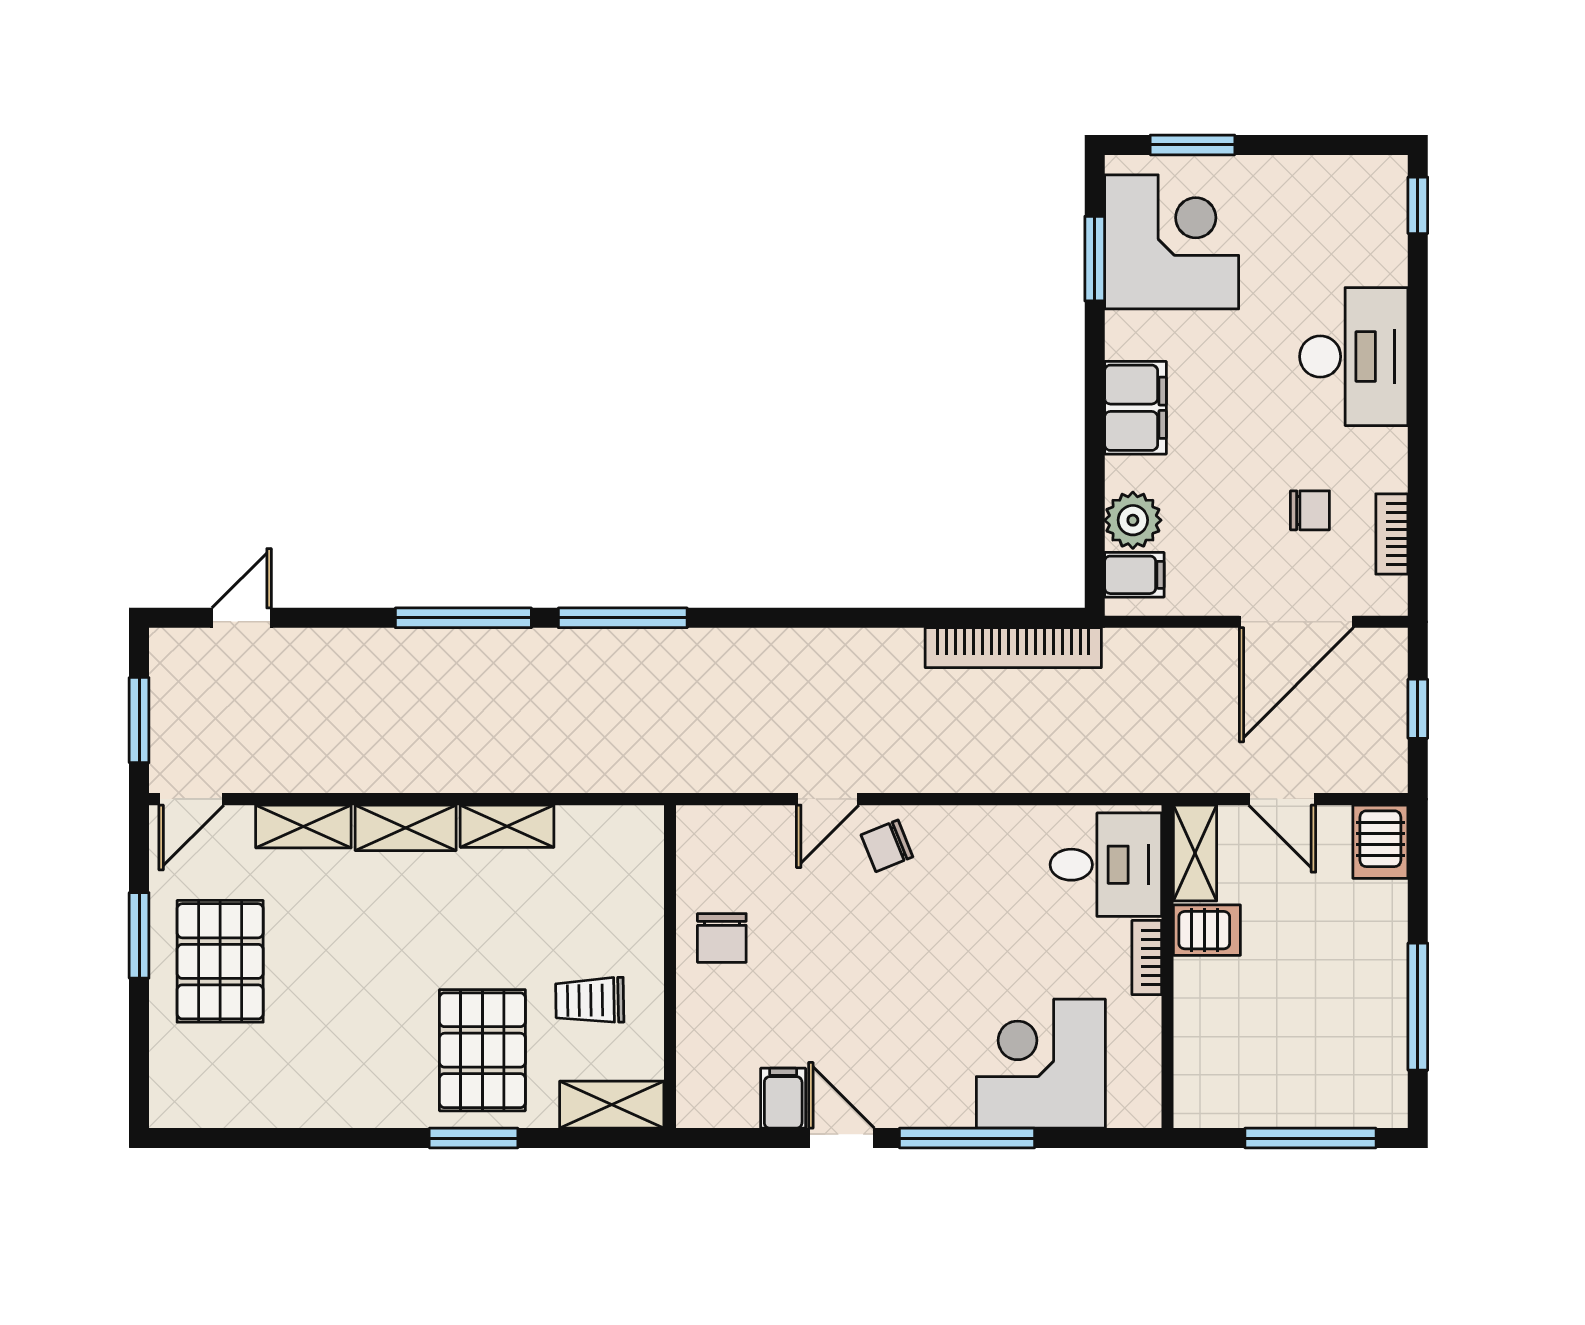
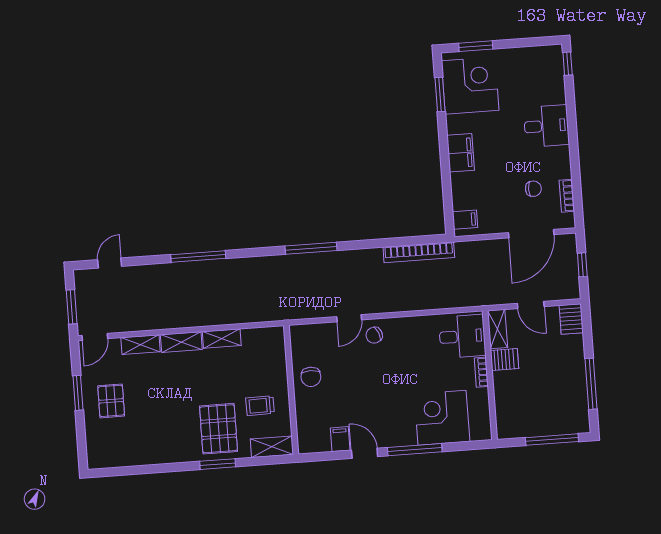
desk: (1354, 357) -> (546, 126), width x0.73
plant: (1133, 520) -> (463, 198), removed
window: (623, 618) -> (311, 248), moved
pallet: (220, 961) -> (111, 401), width x0.67, depth x0.71

